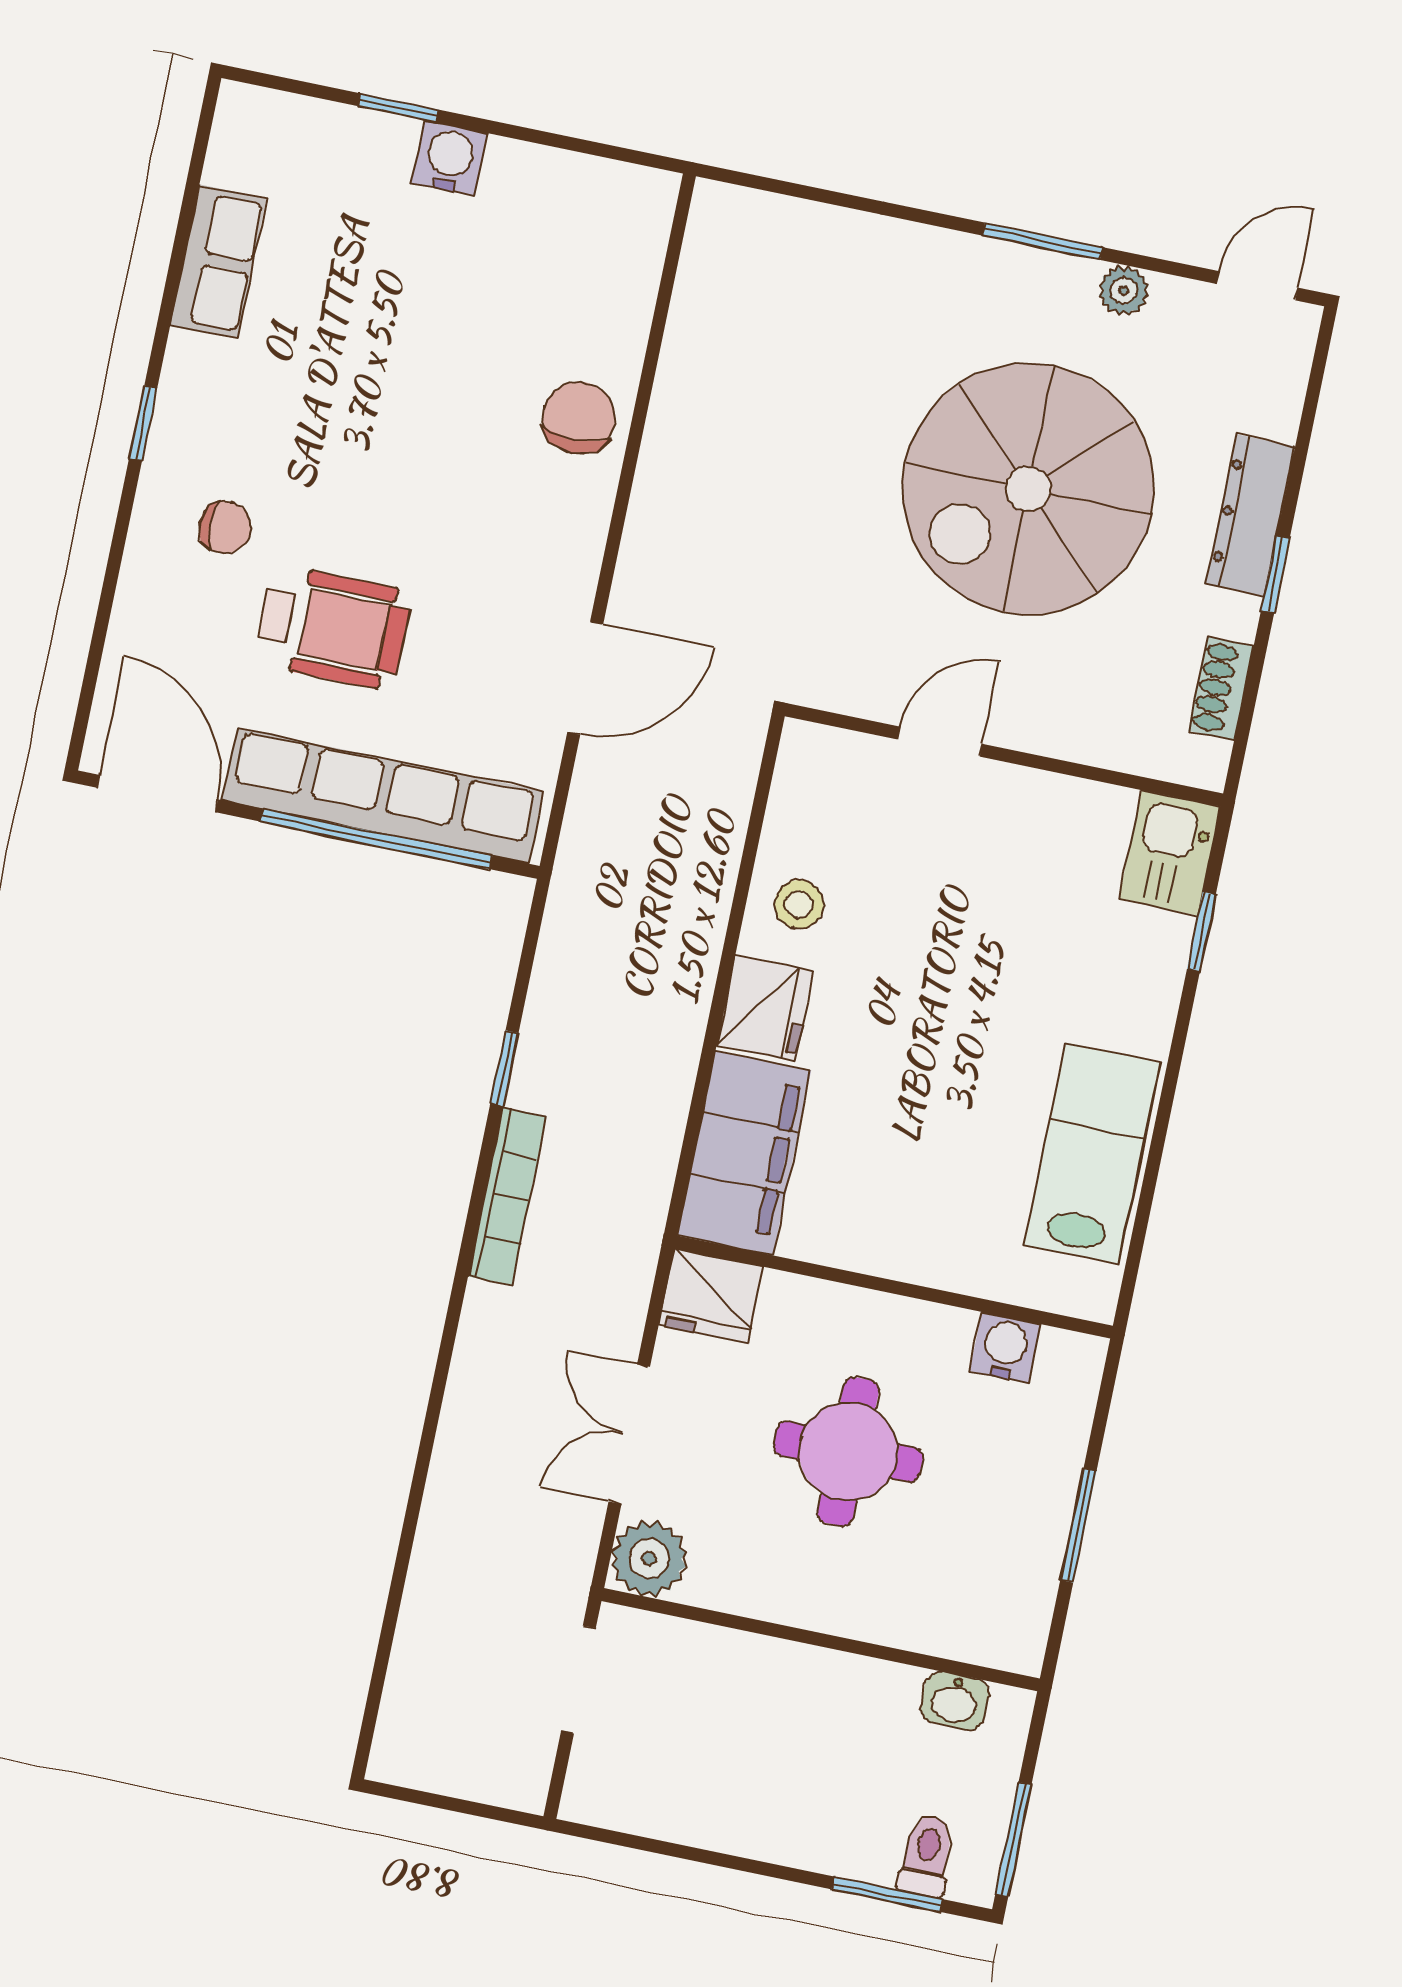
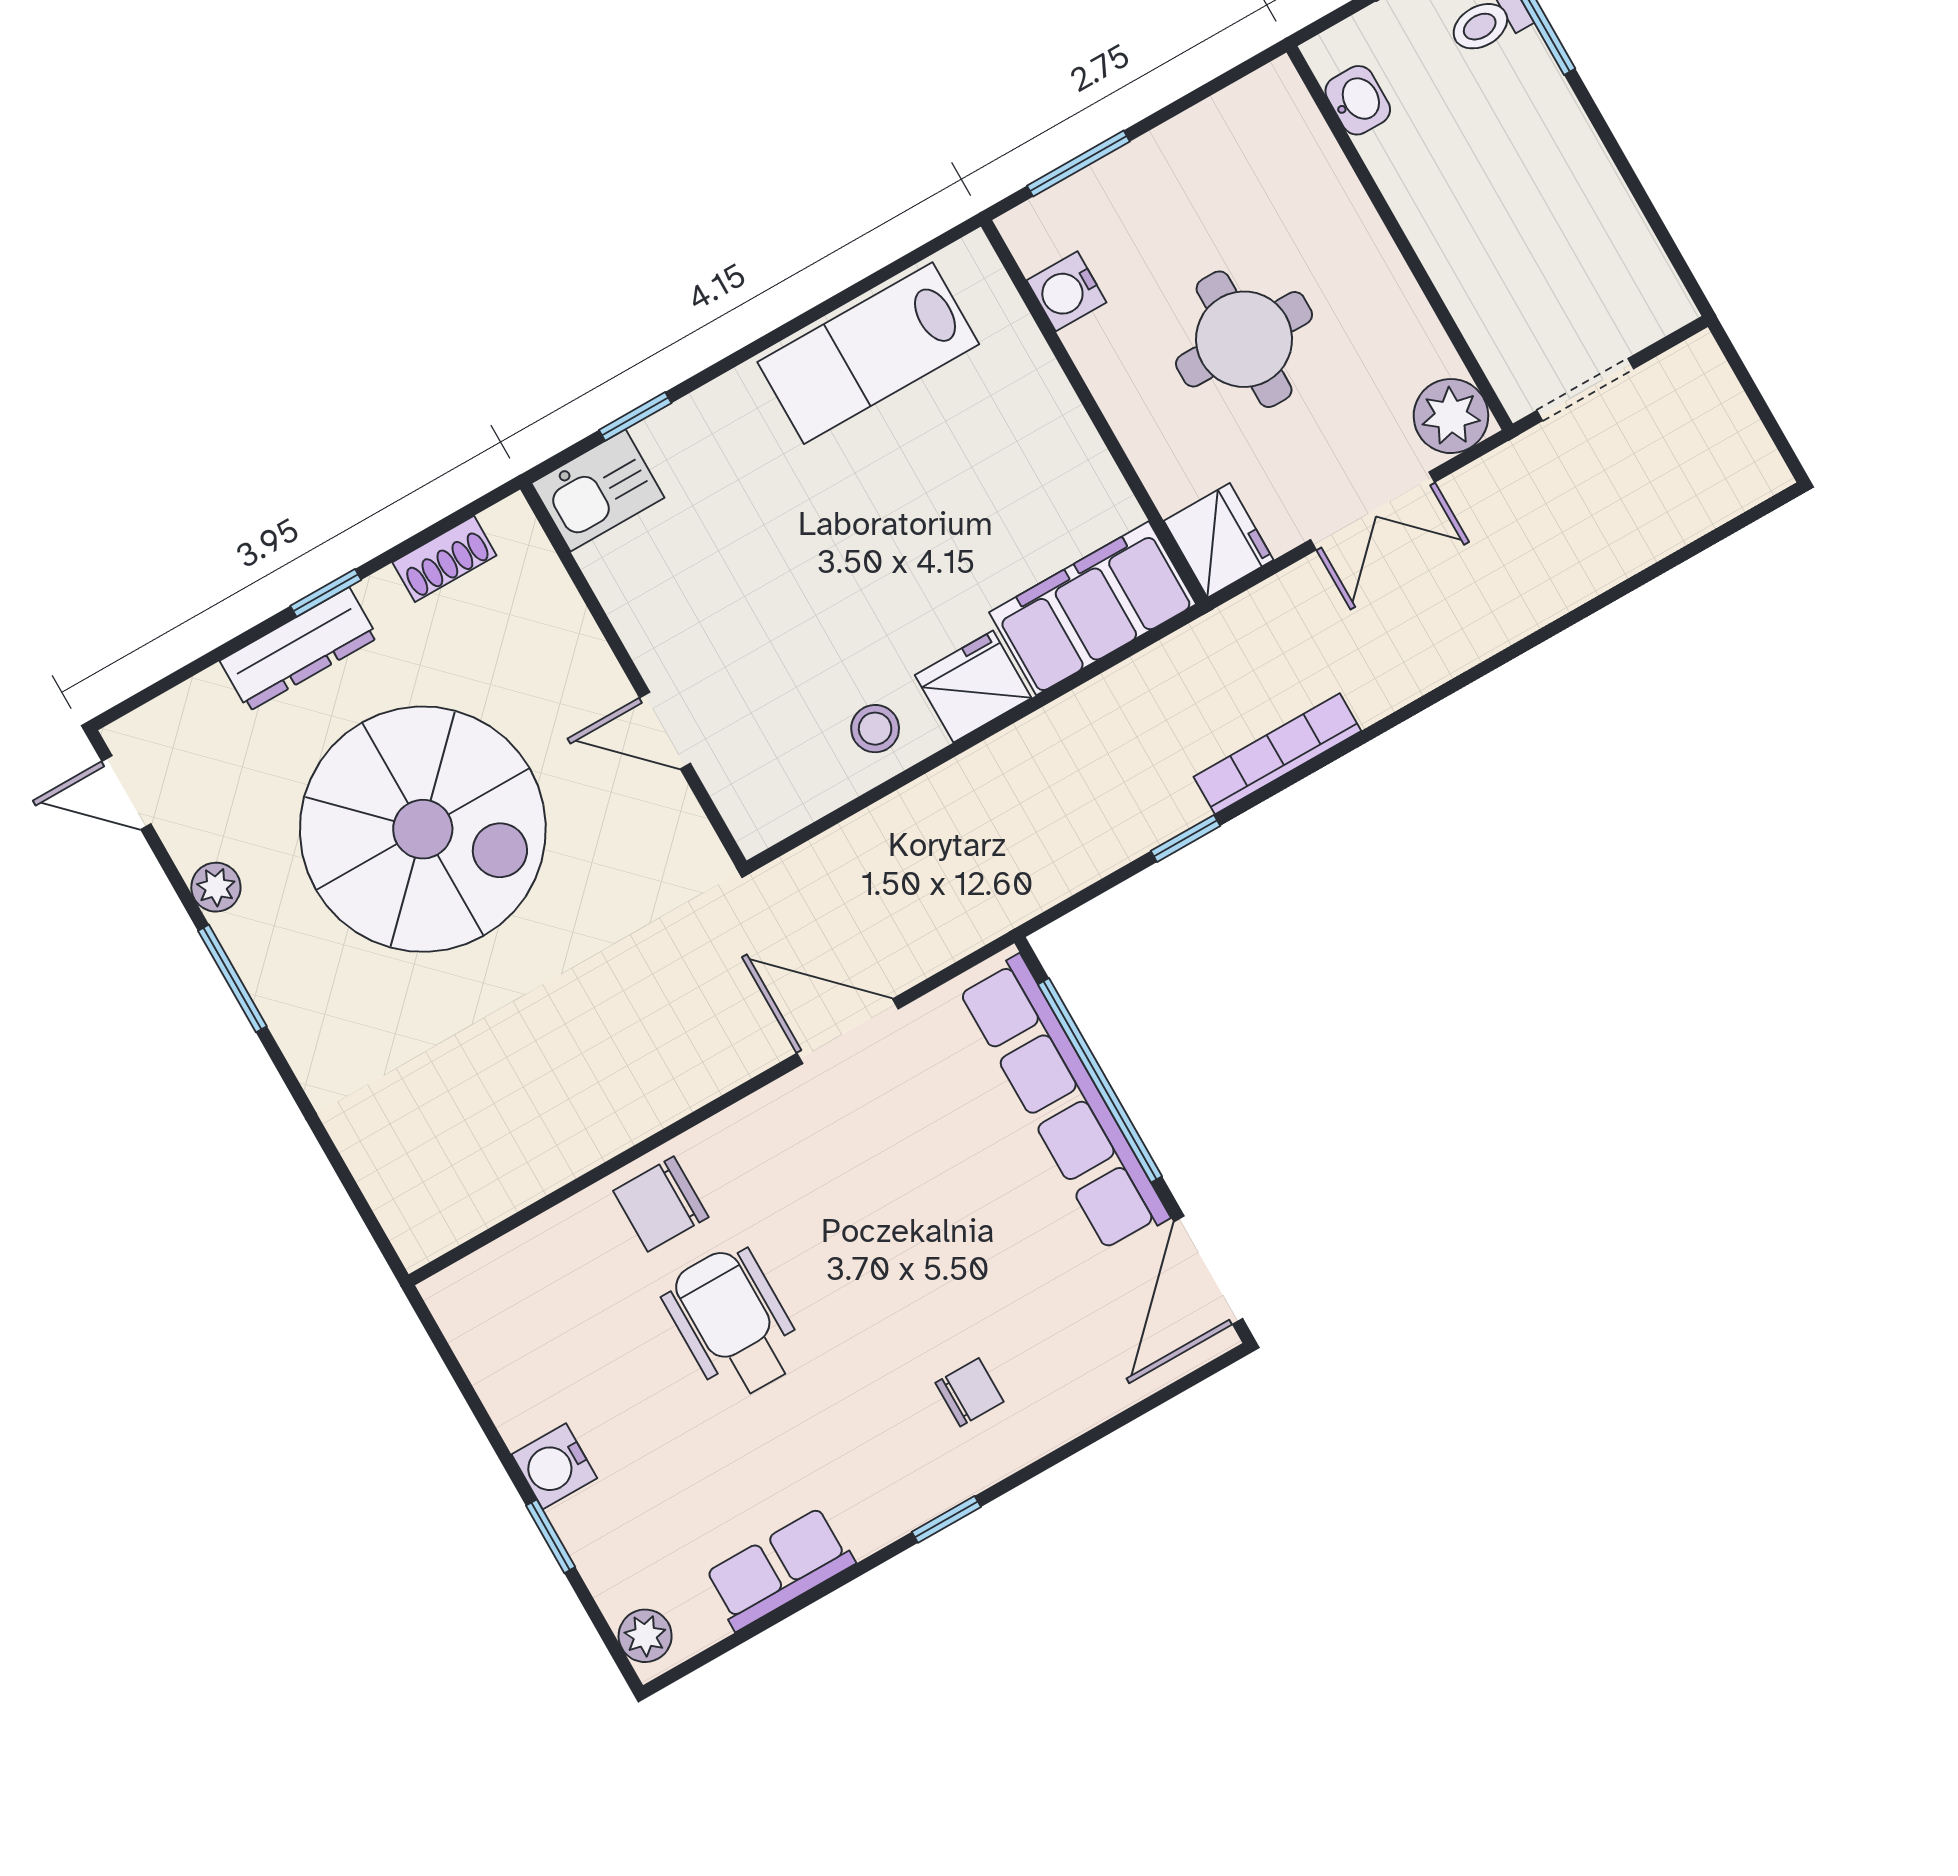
plant: (258, 113) -> (645, 1636), added
chair: (225, 527) -> (969, 1392), turned 90
wheelchair: (333, 627) -> (733, 1323), moved
window: (1078, 1525) -> (1078, 164), moved

